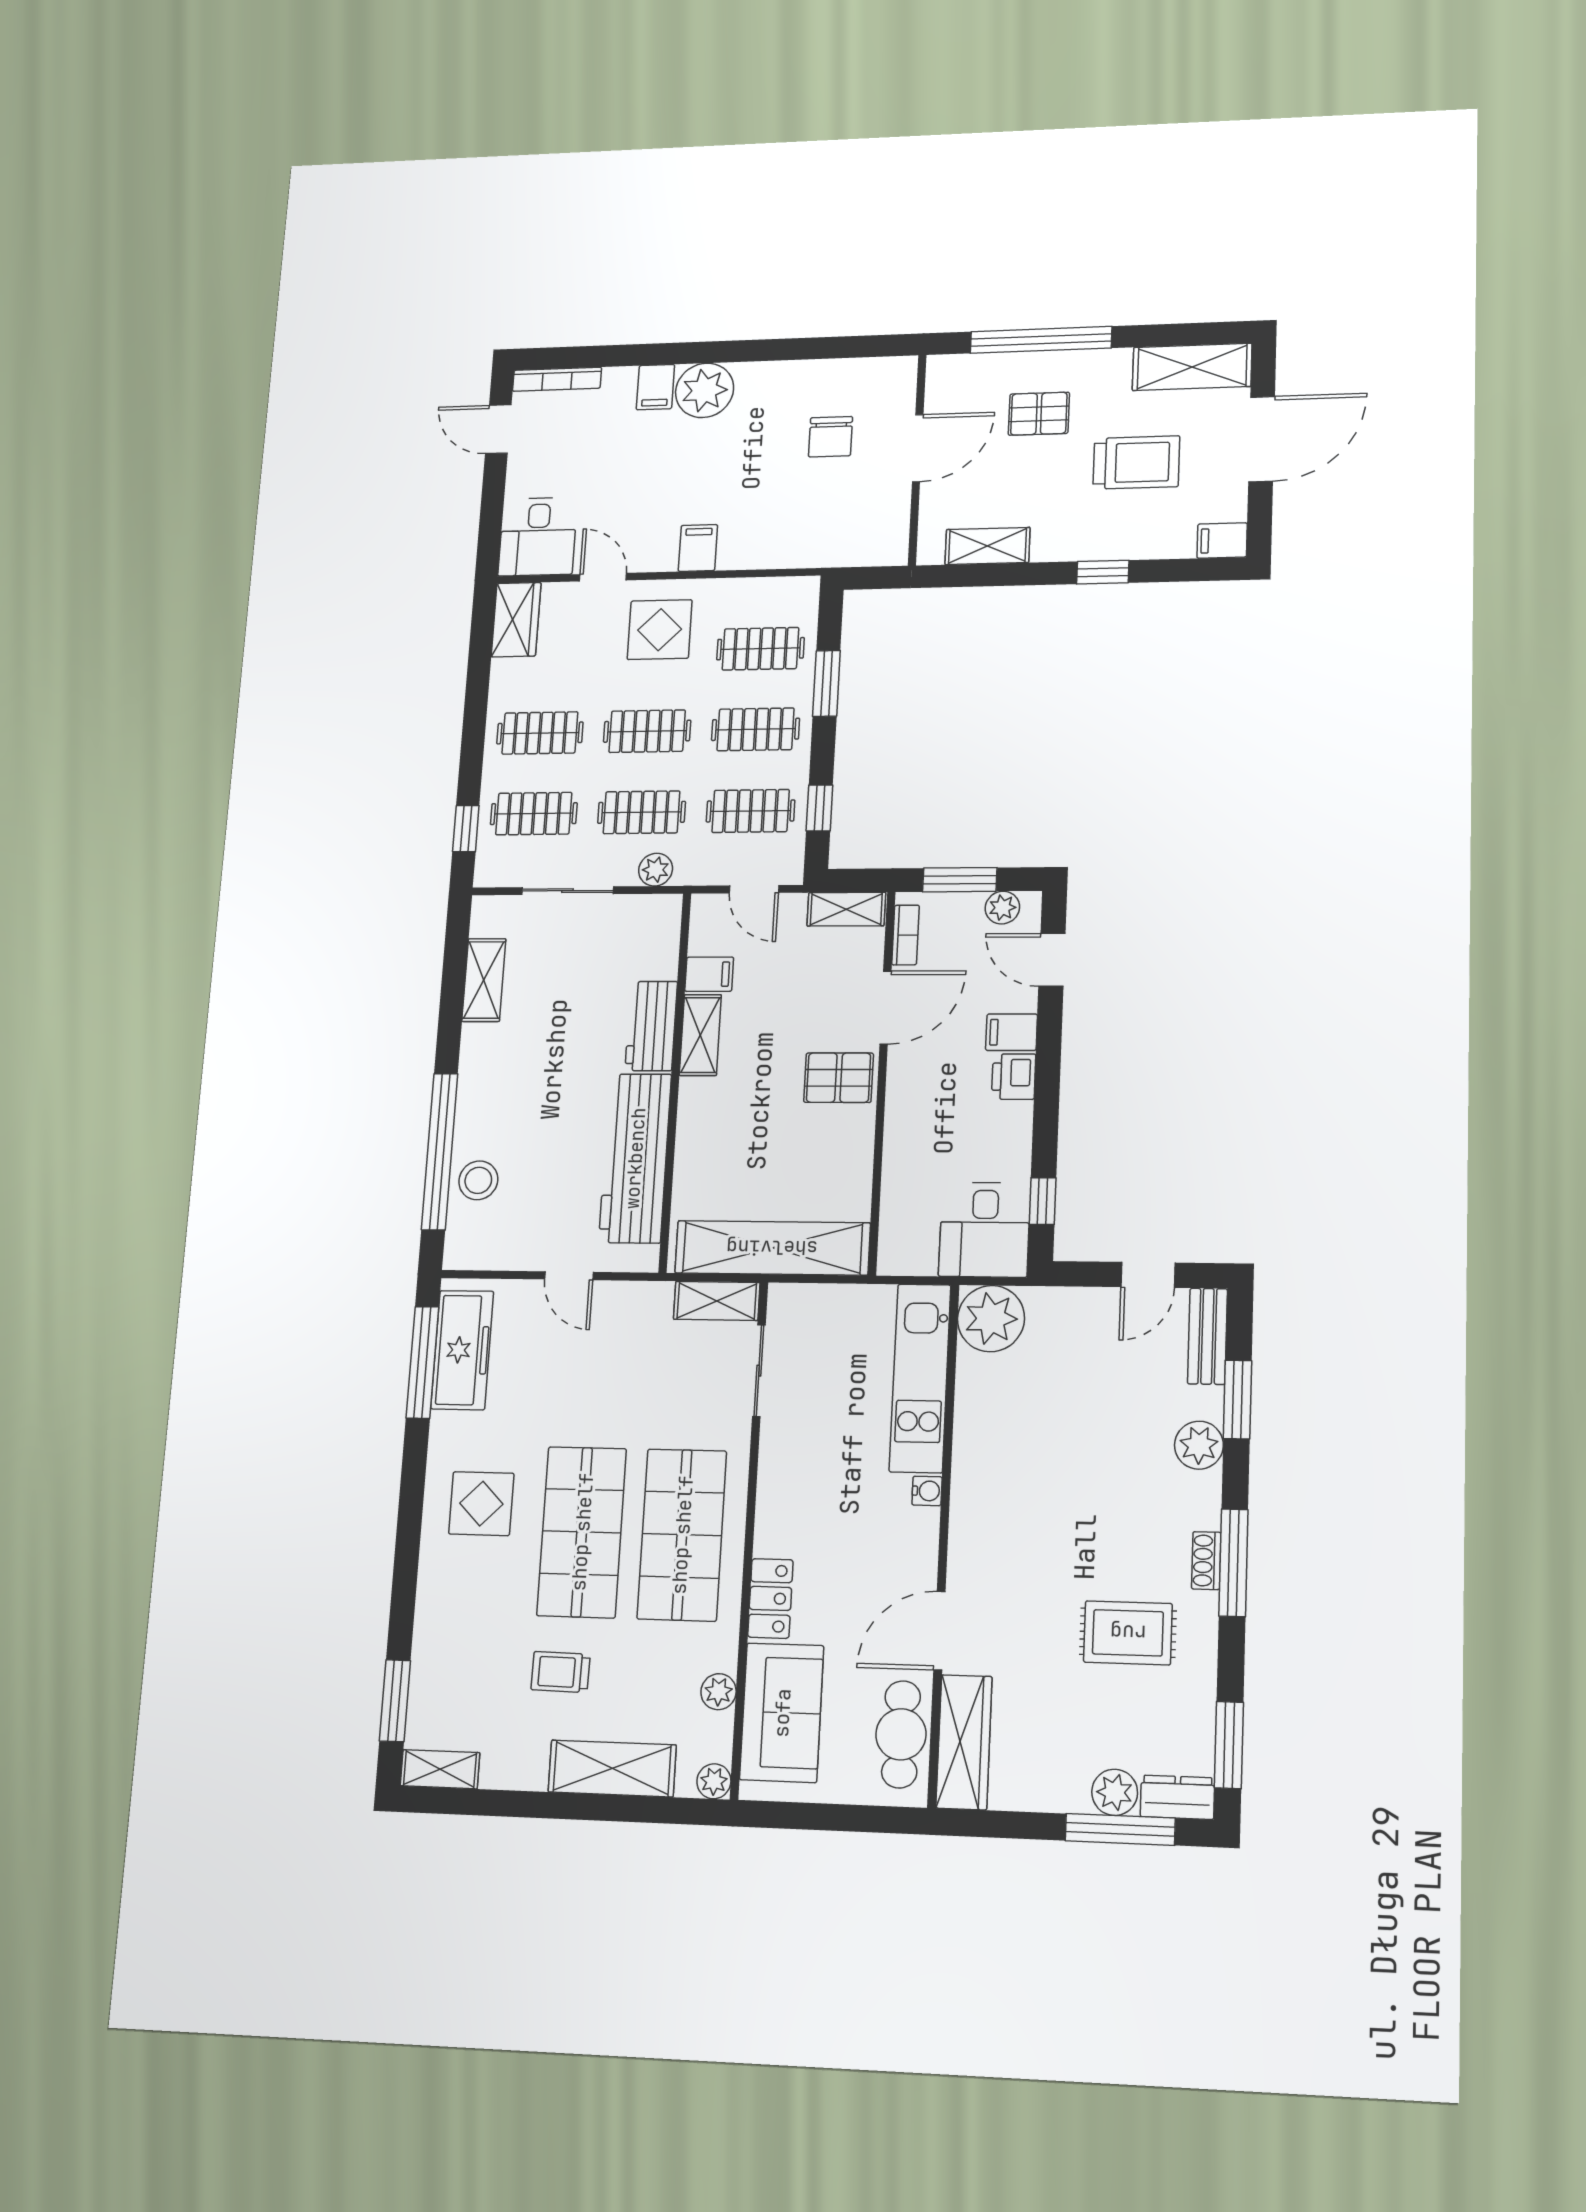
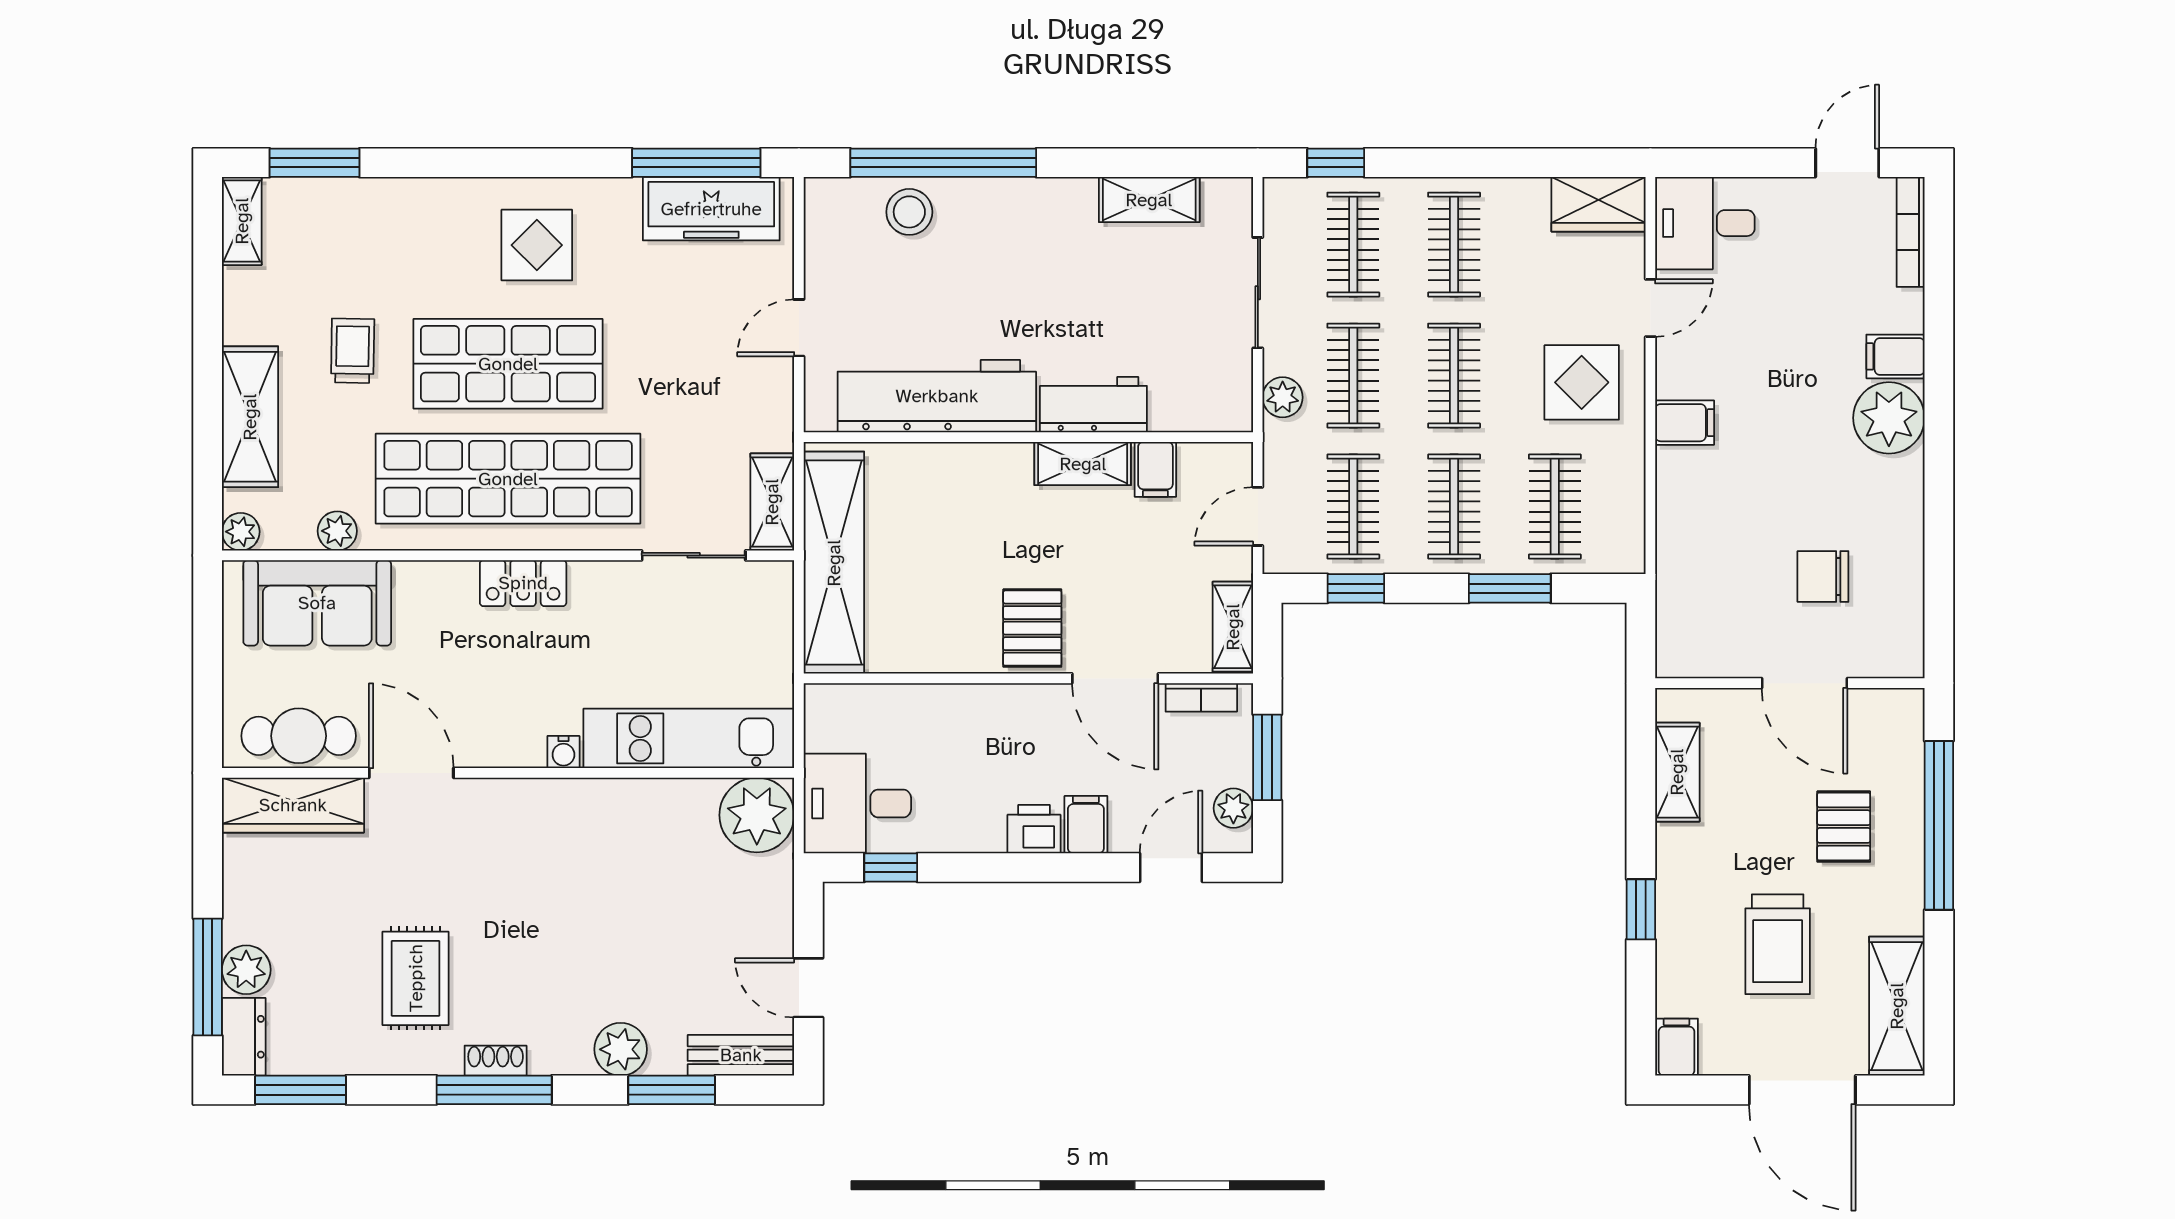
shop shelf: (682, 1535) -> (508, 479), width x1.40
locker: (770, 1598) -> (523, 583), moved

